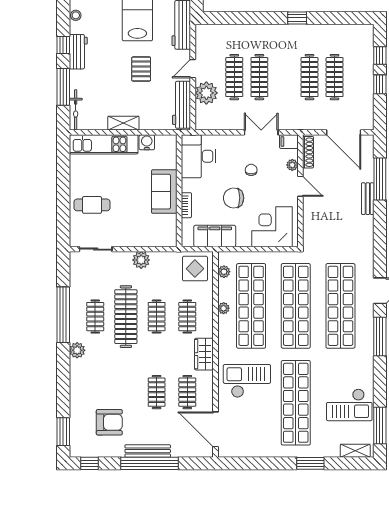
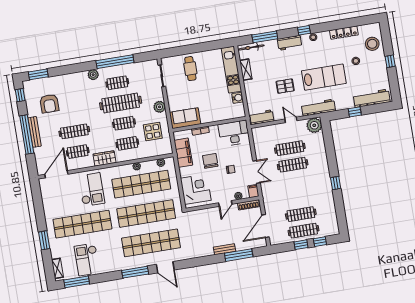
window: (63, 45) -> (304, 30), moved
clothes rail: (309, 77) -> (304, 231), moved
plant: (206, 93) -> (314, 125), moved
workbench: (182, 105) -> (262, 117), width x0.73
shelving: (123, 123) -> (246, 70), moved
sofa: (164, 192) -> (185, 118), moved
display table: (195, 269) -> (153, 132), moved
clothes rail: (157, 392) -> (74, 131), width x1.36

